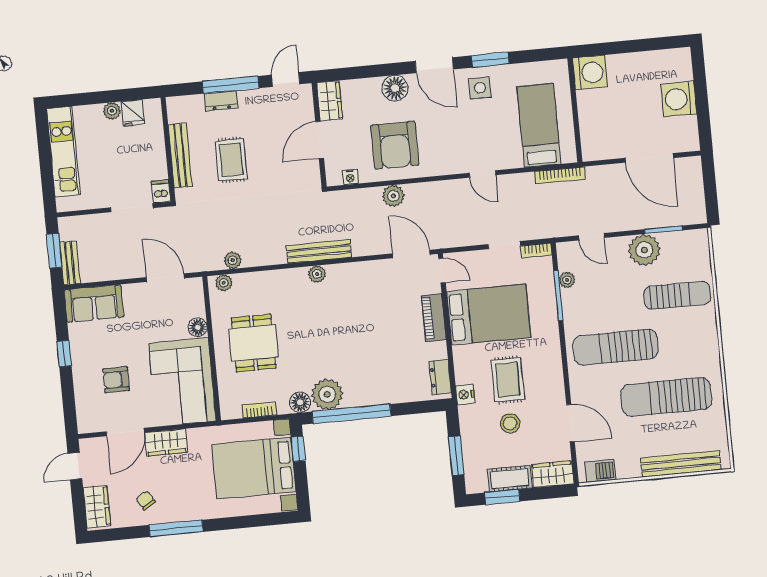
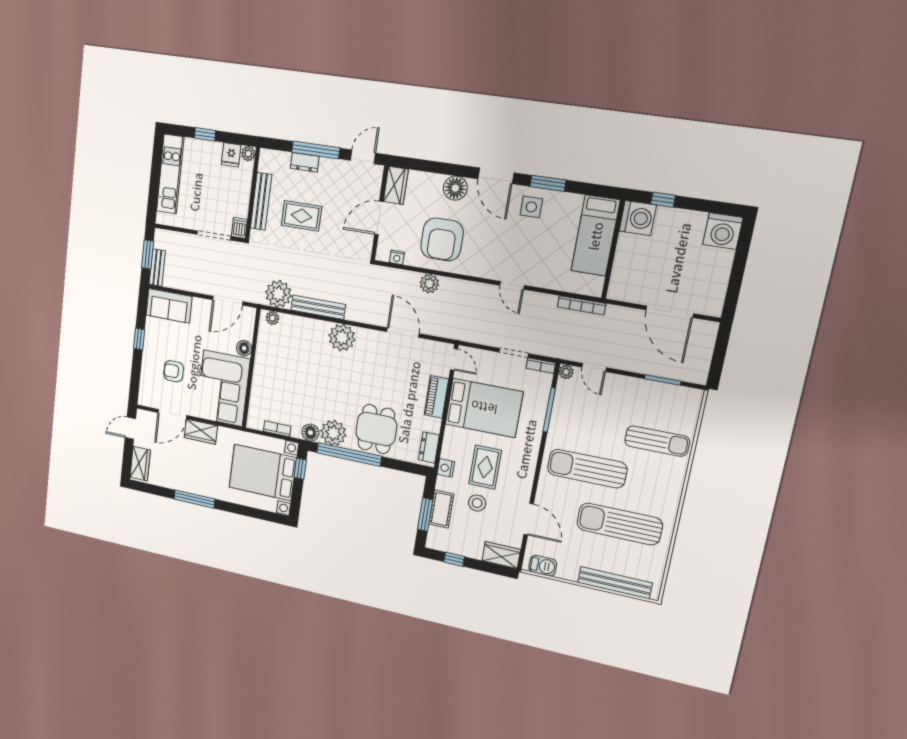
window: (609, 48) -> (663, 200), added
window: (97, 98) -> (205, 134), added
washing machine: (679, 99) -> (723, 231), moved, turned -90
plant: (112, 111) -> (248, 154), moved
bed: (539, 125) -> (595, 236), moved, turned 180
rug: (231, 160) -> (301, 216), turned 90
plant: (644, 250) -> (639, 393), removed
bench: (319, 251) -> (318, 307), moved
door: (411, 254) -> (403, 333), moved
plant: (233, 260) -> (278, 294), width x1.88, depth x1.88
plant: (317, 274) -> (342, 338), width x1.87, depth x1.87
door: (165, 278) -> (228, 301), swing flipped
plant: (567, 280) -> (566, 372), moved
dining table: (254, 343) -> (376, 429), moved
cot: (510, 479) -> (441, 509), moved, turned 90
window: (502, 497) -> (454, 559), width x0.67
chair: (146, 500) -> (177, 471), removed

